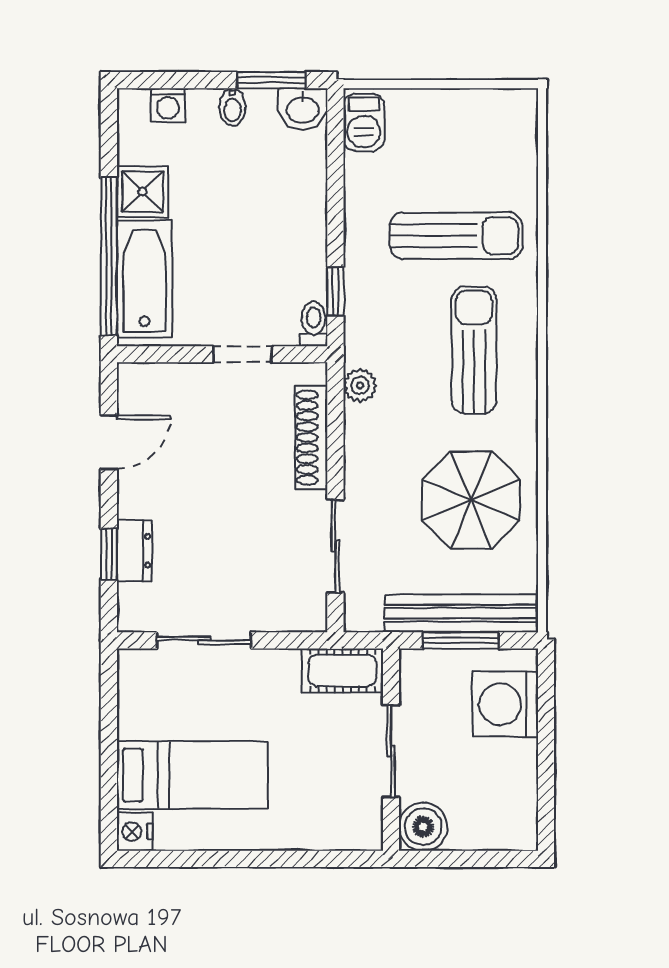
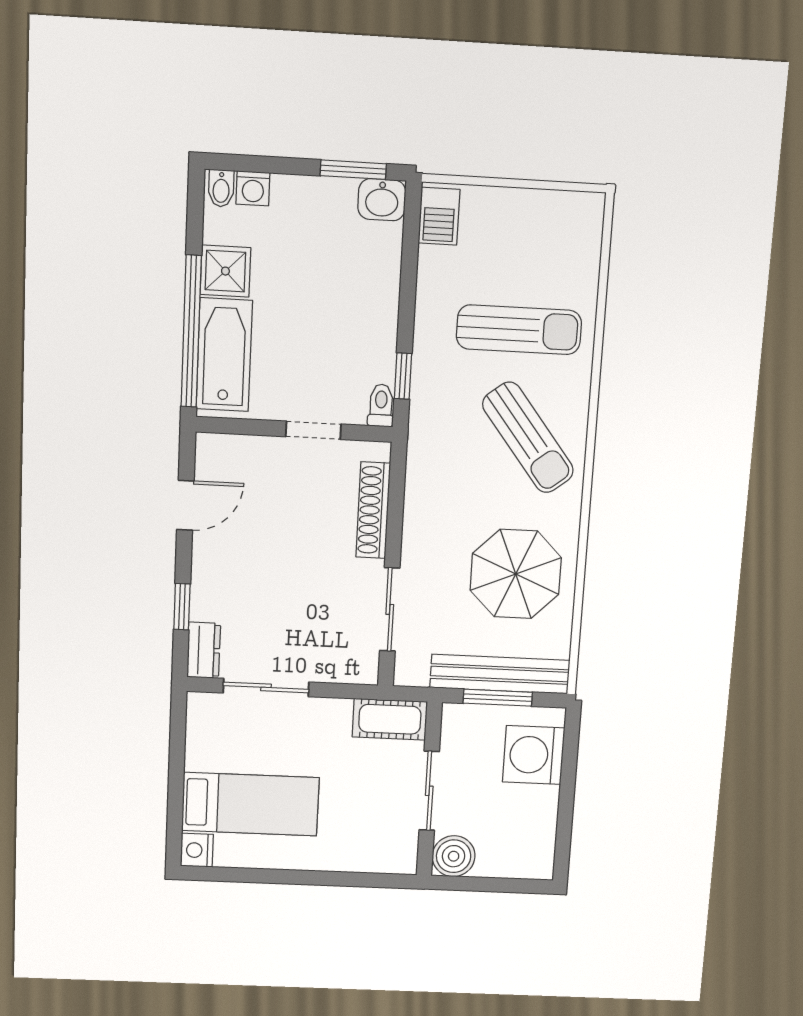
bidet: (232, 107) -> (221, 188), moved
sun lounger: (474, 350) -> (528, 437), turned 142
plant: (360, 385) -> (421, 465), removed
dresser: (134, 551) -> (204, 650), moved

